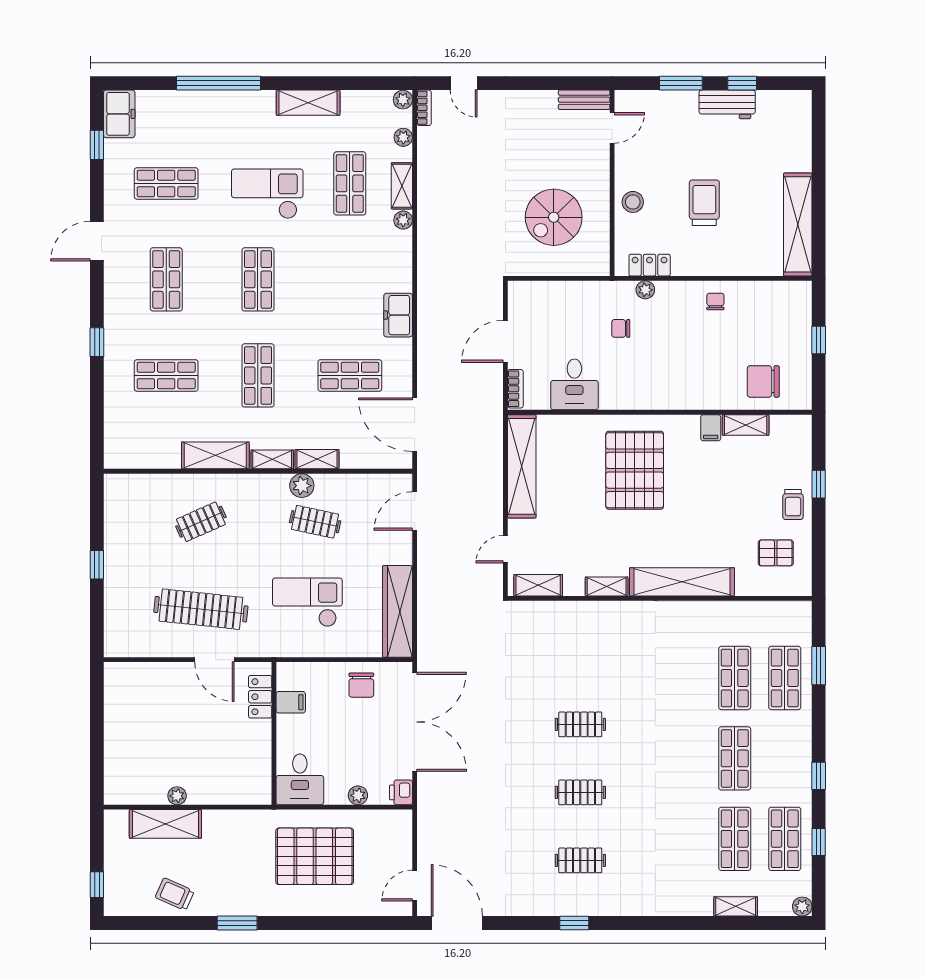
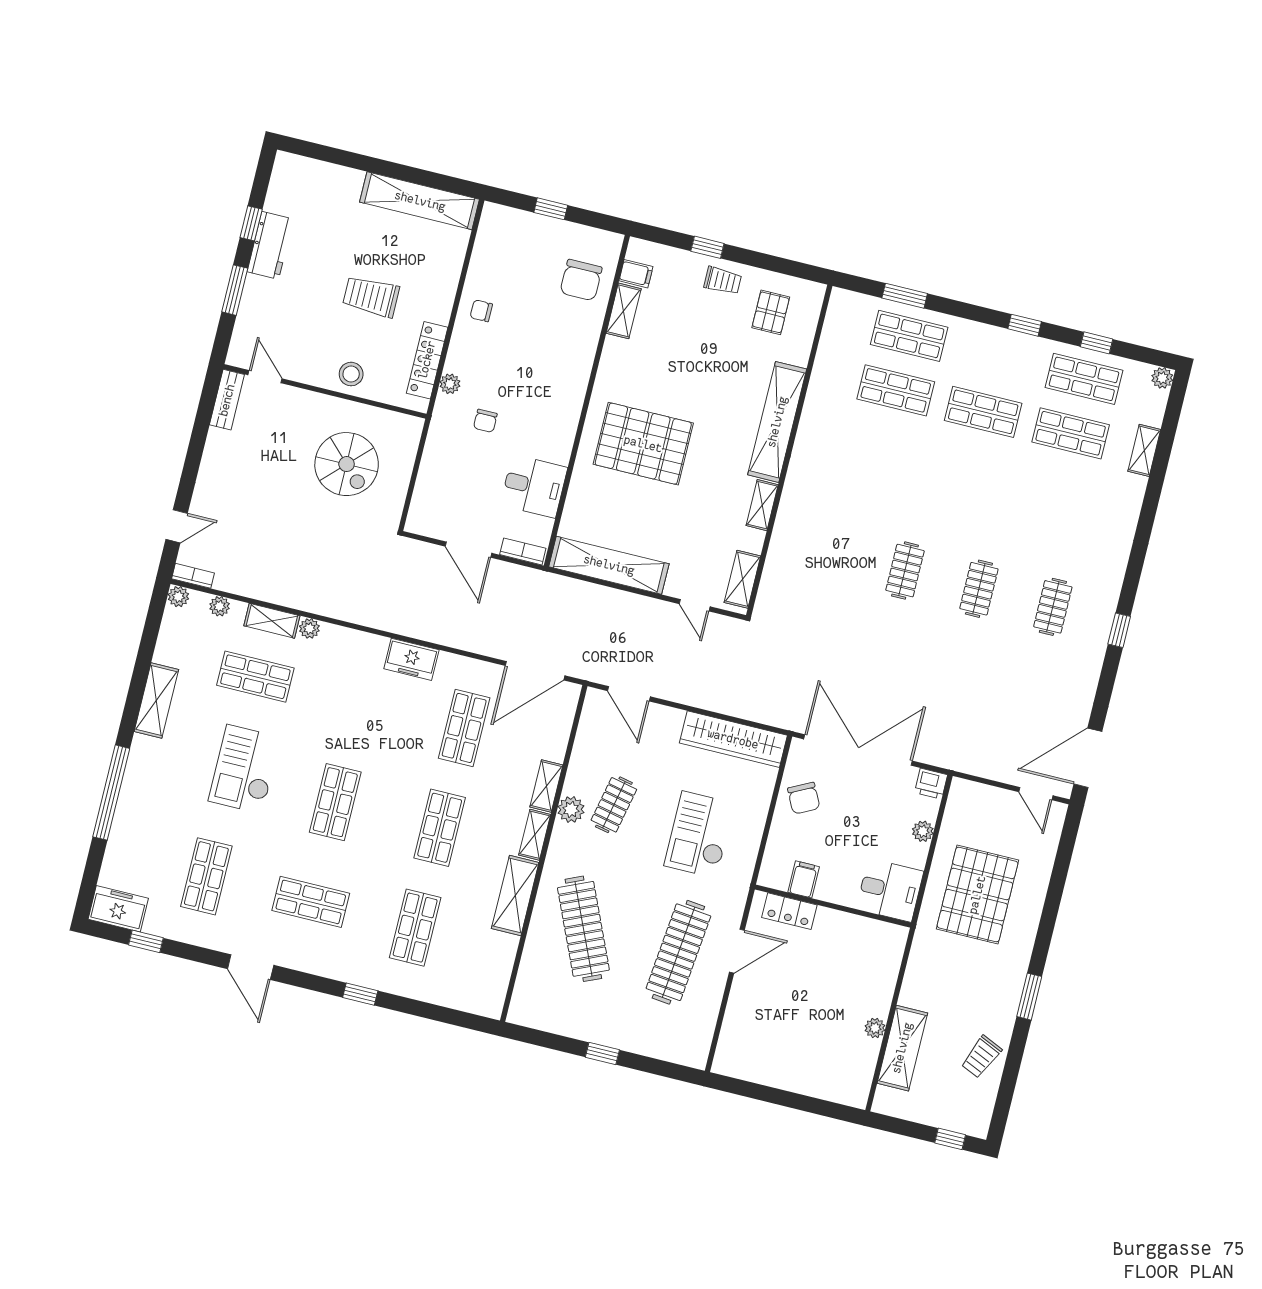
locker: (650, 265) -> (427, 360), width x1.53
shop shelf: (258, 279) -> (335, 802), turned 90
shop shelf: (258, 375) -> (440, 828), turned 90
filing cabinet: (711, 428) -> (636, 274), moved
clothes rail: (201, 522) -> (583, 929), width x1.86, depth x1.31
chair: (361, 685) -> (804, 798), turned 63

